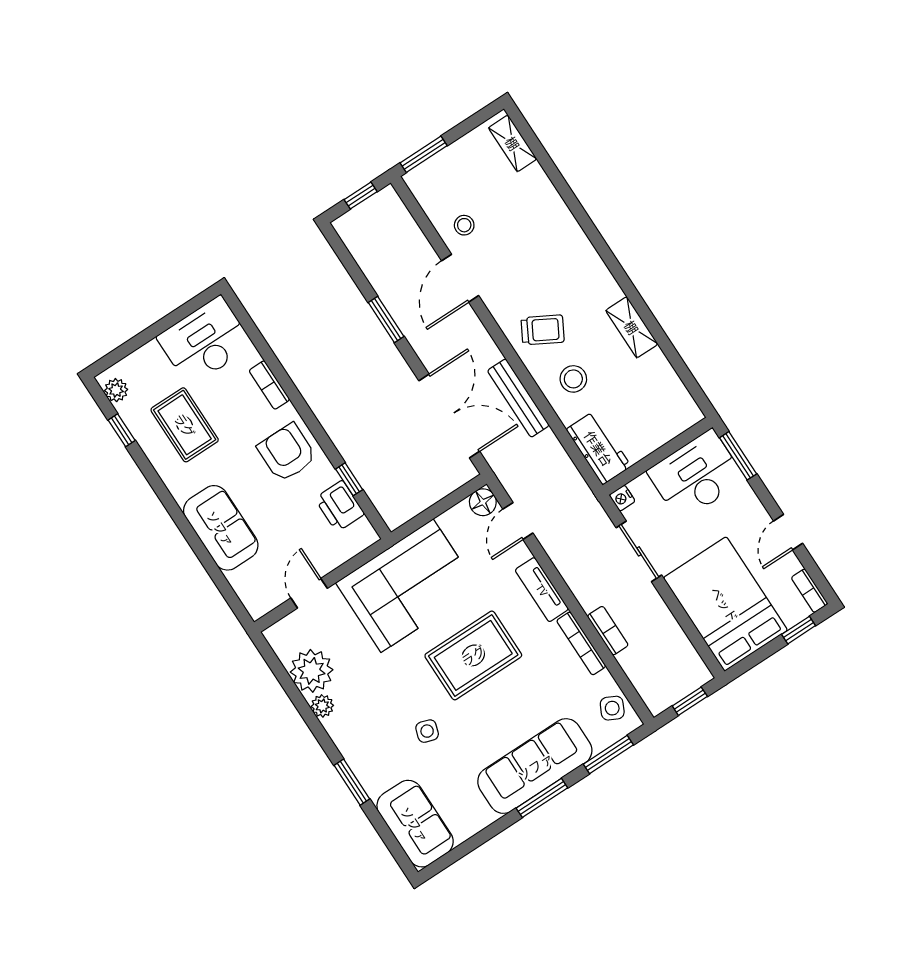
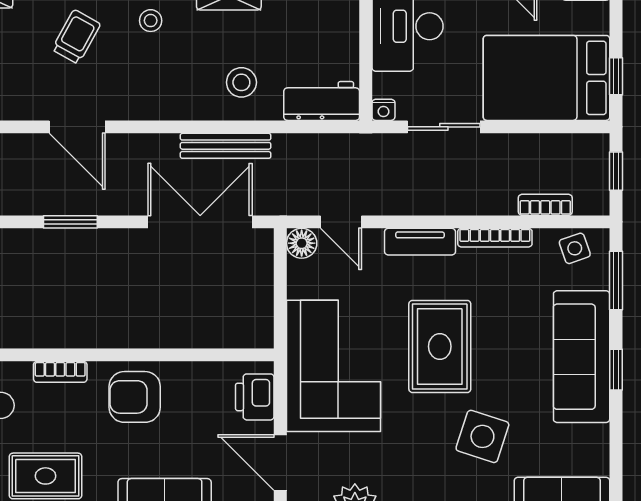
stool: (464, 225) -> (151, 21), moved
trolley: (543, 330) -> (76, 37), moved
window: (349, 479) -> (198, 355), removed
printer: (340, 506) -> (255, 397), moved, turned 90
door: (309, 593) -> (280, 462), width x1.38
window: (799, 630) -> (616, 76), moved
bookcase: (608, 631) -> (545, 205), moved
side table: (612, 708) -> (575, 248), turned 45
side table: (427, 731) -> (482, 436), width x1.87, depth x1.87
window: (542, 798) -> (616, 370), width x0.67

